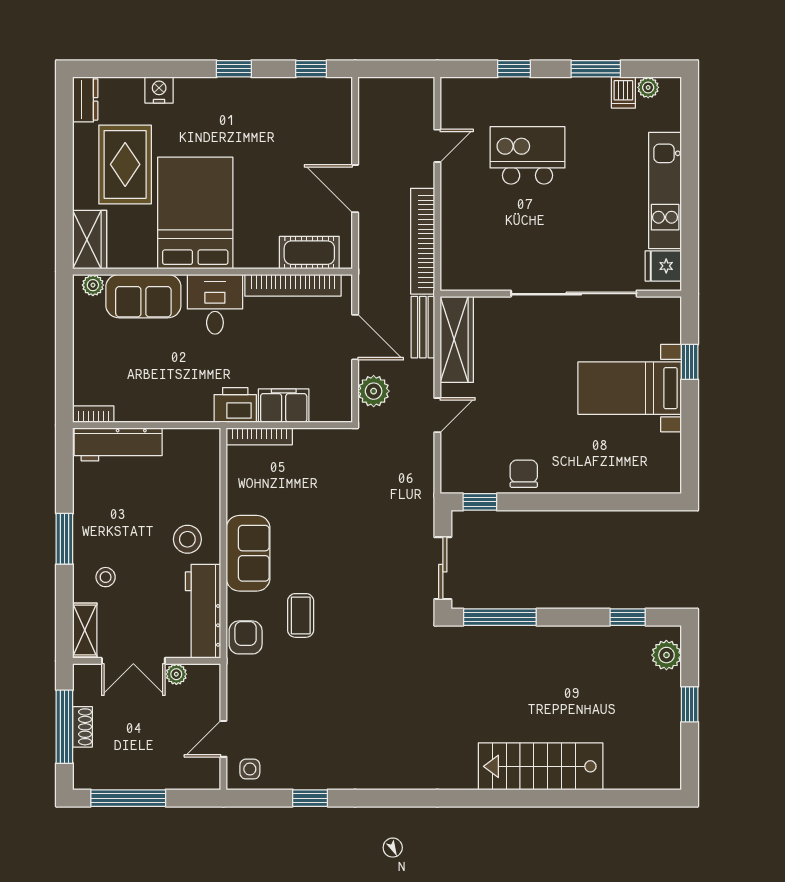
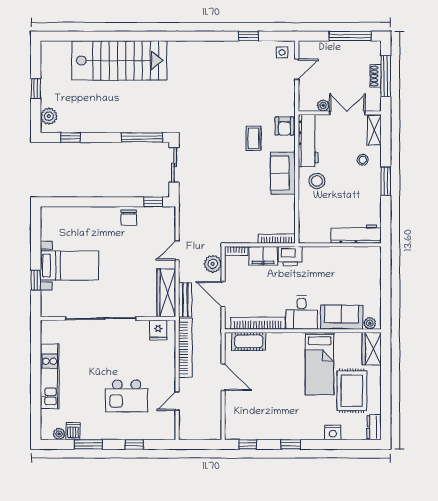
bed: (195, 213) -> (320, 364), width x0.67
fridge: (663, 266) -> (158, 330), moved, turned 90
bookcase: (93, 414) -> (236, 251), moved
stairs: (541, 766) -> (119, 61), width x1.36, depth x1.51

